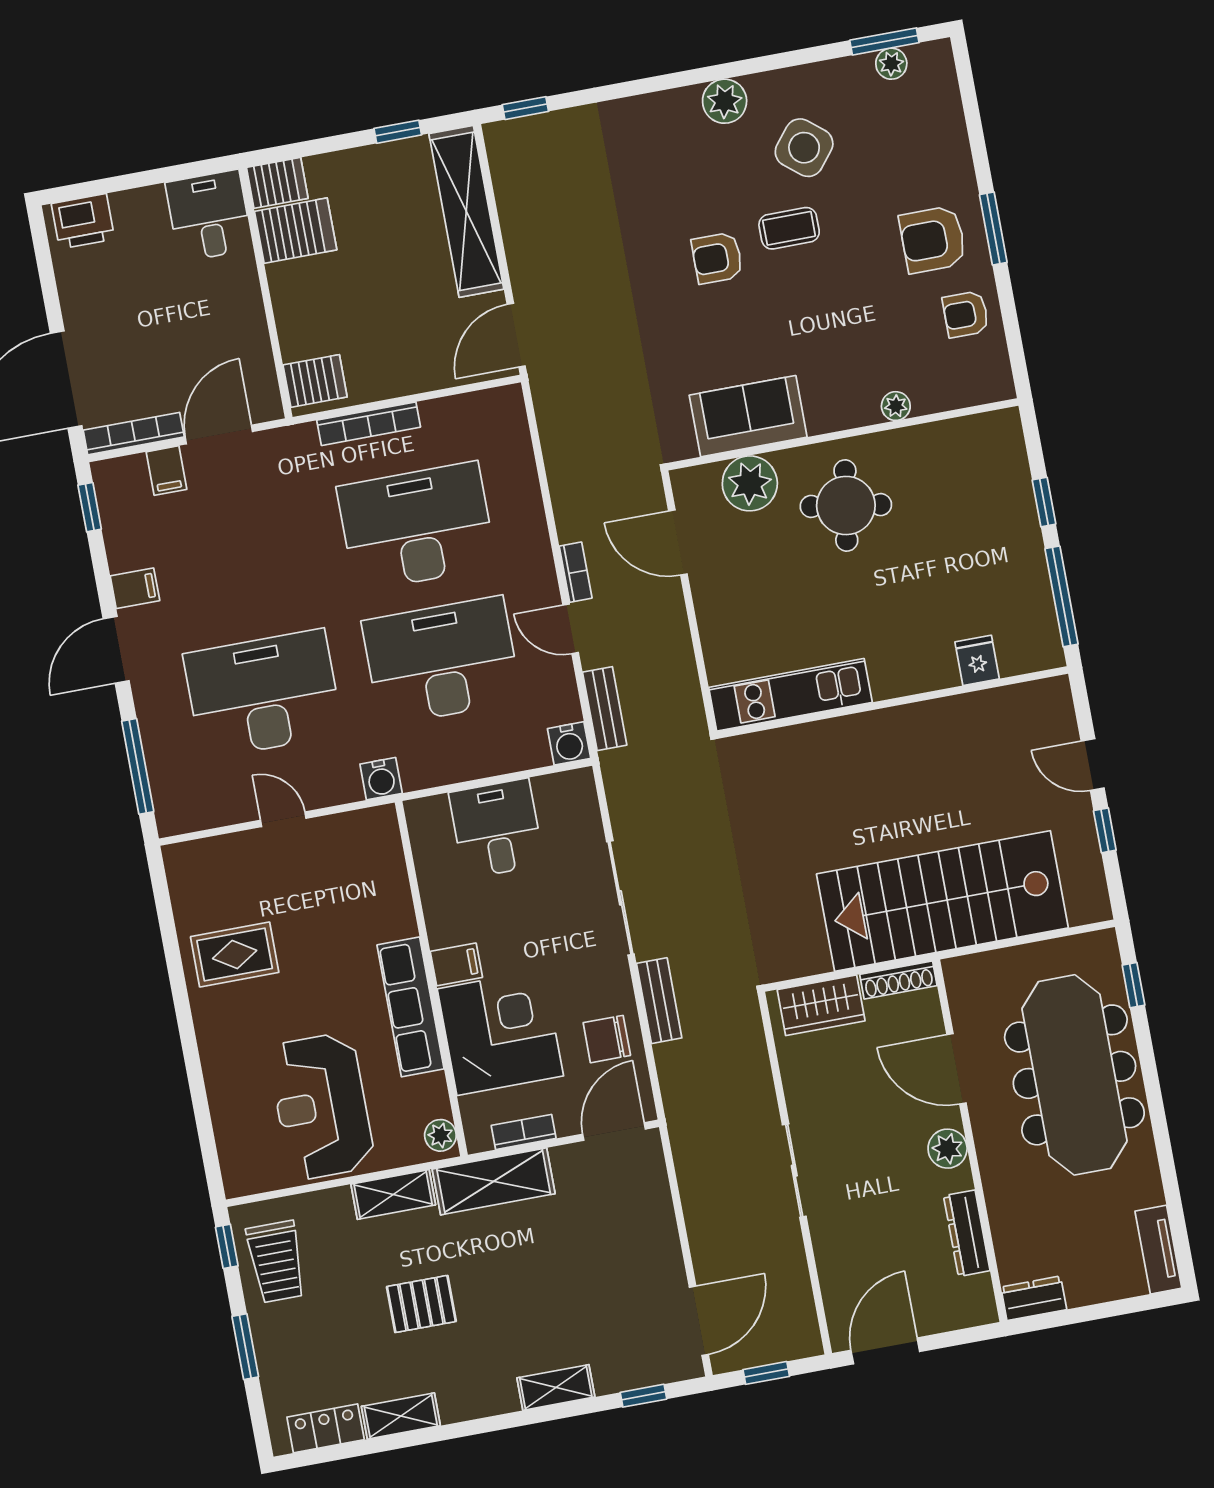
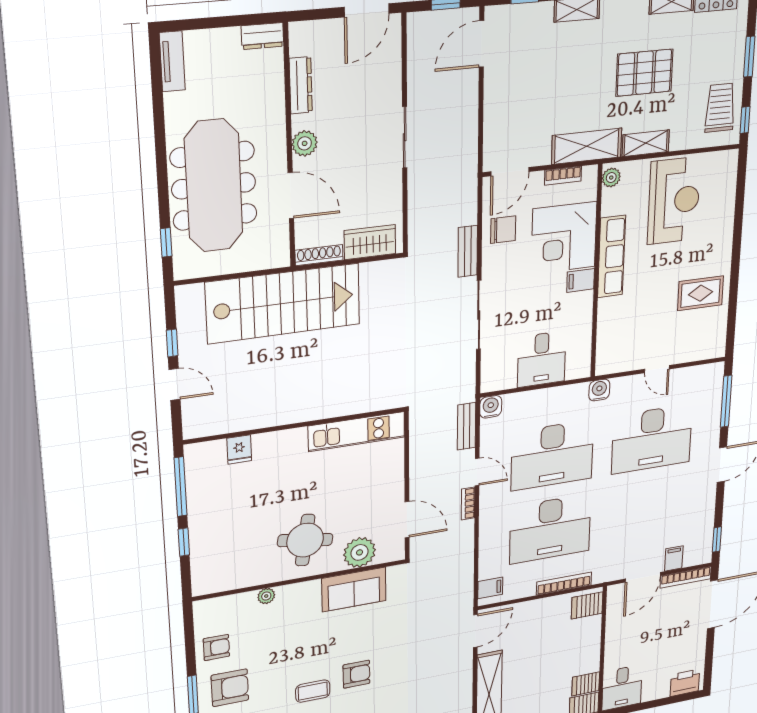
server rack: (296, 231) -> (586, 684), width x0.73, depth x0.70
filing cabinet: (135, 588) -> (490, 588), moved, turned 180
pallet: (421, 1304) -> (644, 73), width x1.50, depth x1.42

